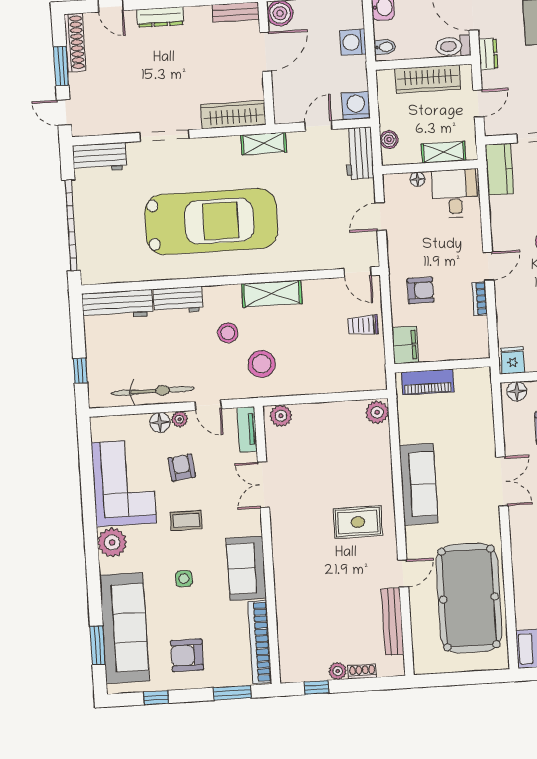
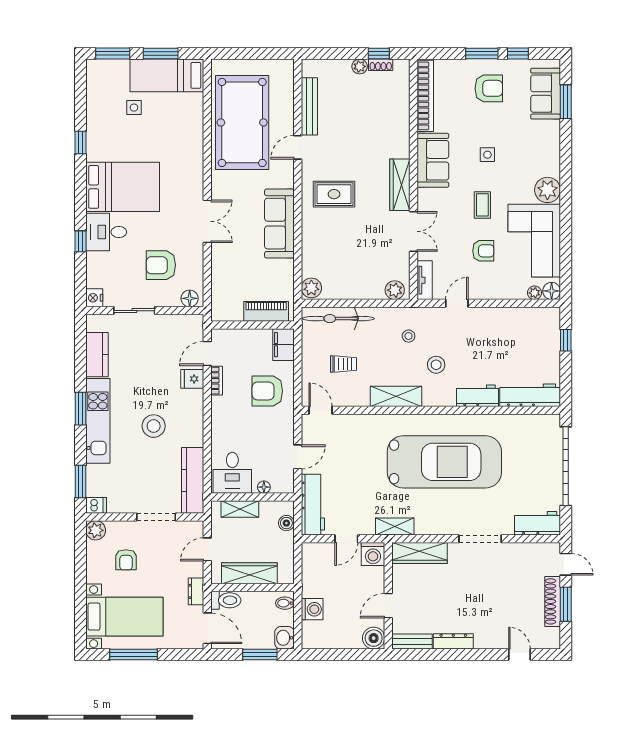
dresser: (160, 17) -> (453, 641), moved
shoe rack: (75, 42) -> (553, 601), moved
door: (265, 52) -> (388, 606), width x0.73
washing machine: (356, 106) -> (373, 554), moved
workbench: (359, 153) -> (313, 505), width x1.38
kitchen counter: (499, 169) -> (193, 480), width x1.50
car: (211, 221) -> (444, 462), turned 180
door: (488, 266) -> (207, 353), moved
armchair: (420, 290) -> (267, 391), width x1.38, depth x1.38
trolley: (363, 325) -> (344, 364), moved
fridge: (513, 360) -> (192, 379), moved, turned 90
stool: (262, 364) -> (409, 336), width x0.53, depth x0.53
bicycle: (153, 391) -> (338, 319), moved
door: (208, 405) -> (457, 303), hinge flipped
plant: (180, 419) -> (534, 293), moved
floor lamp: (160, 422) -> (552, 291), moved
armchair: (182, 468) -> (483, 251), turned -83
double door: (502, 481) -> (207, 221), swing flipped
coffee table: (186, 520) -> (482, 205), turned 90
wardrobe: (282, 538) -> (400, 185), added
sofa: (124, 628) -> (546, 94), width x0.54, depth x0.79
shoe rack: (362, 672) -> (381, 65), moved
window: (232, 693) -> (482, 53), moved

